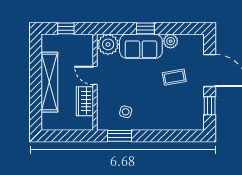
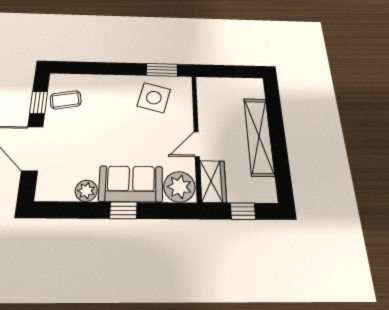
door: (95, 75) -> (197, 144), swing flipped
coffee table: (174, 77) -> (66, 100), moved
wardrobe: (85, 101) -> (213, 181), moved
side table: (126, 112) -> (154, 98), width x1.87, depth x1.87

